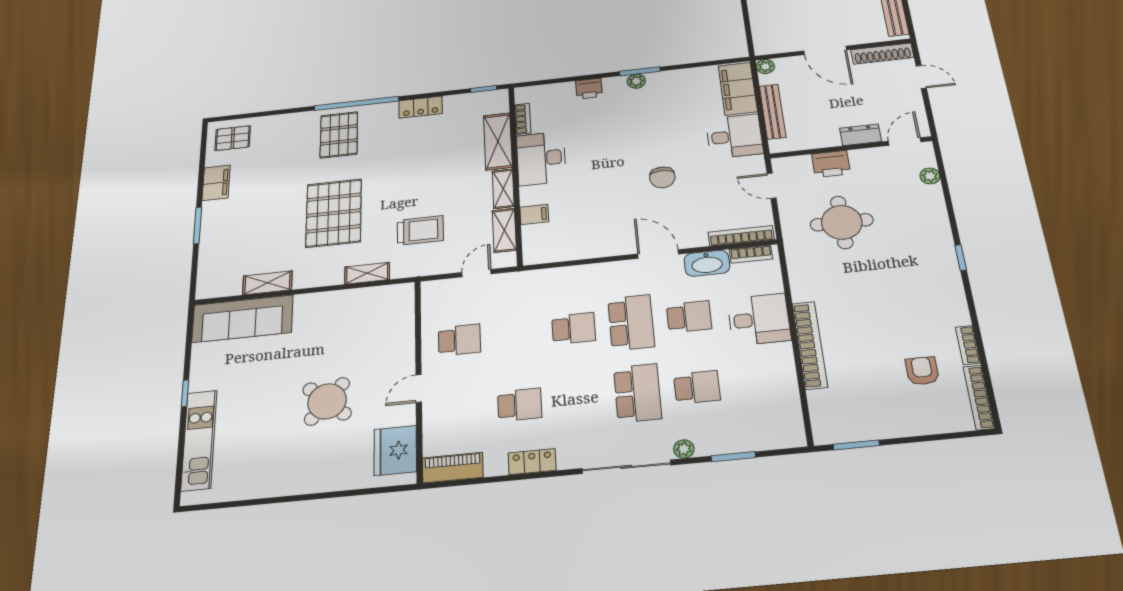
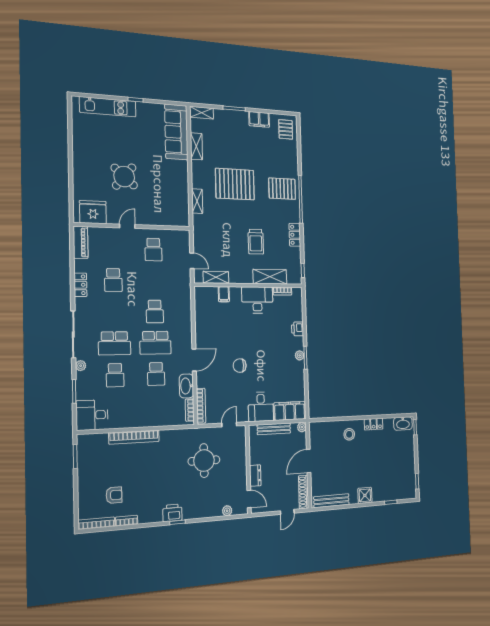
printer: (831, 164) -> (172, 513), moved, turned 90
shelving: (503, 189) -> (202, 113), moved
trolley: (420, 230) -> (256, 242), moved
desk: (759, 319) -> (92, 415), moved, turned 90
door: (419, 388) -> (127, 226), hinge flipped

